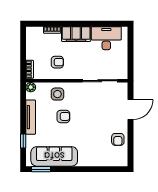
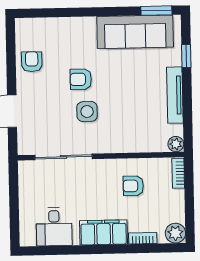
plant: (32, 33) -> (175, 233), added
desk: (106, 38) -> (54, 227), width x0.73
side table: (57, 94) -> (87, 112), moved
armchair: (63, 116) -> (81, 79), moved

